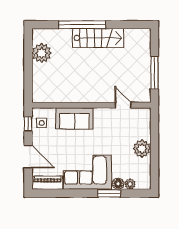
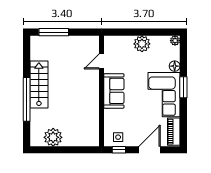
window: (154, 73) -> (54, 32), moved
sofa: (74, 118) -> (114, 91), moved
plant: (130, 184) -> (175, 41), moved
window: (109, 193) -> (183, 87), moved

